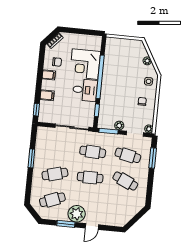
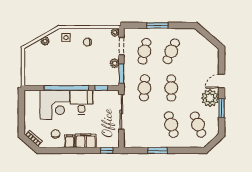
filing cabinet: (47, 95) -> (86, 141), width x2.00
window: (153, 158) -> (157, 25), moved
door: (92, 226) -> (222, 81), swing flipped

